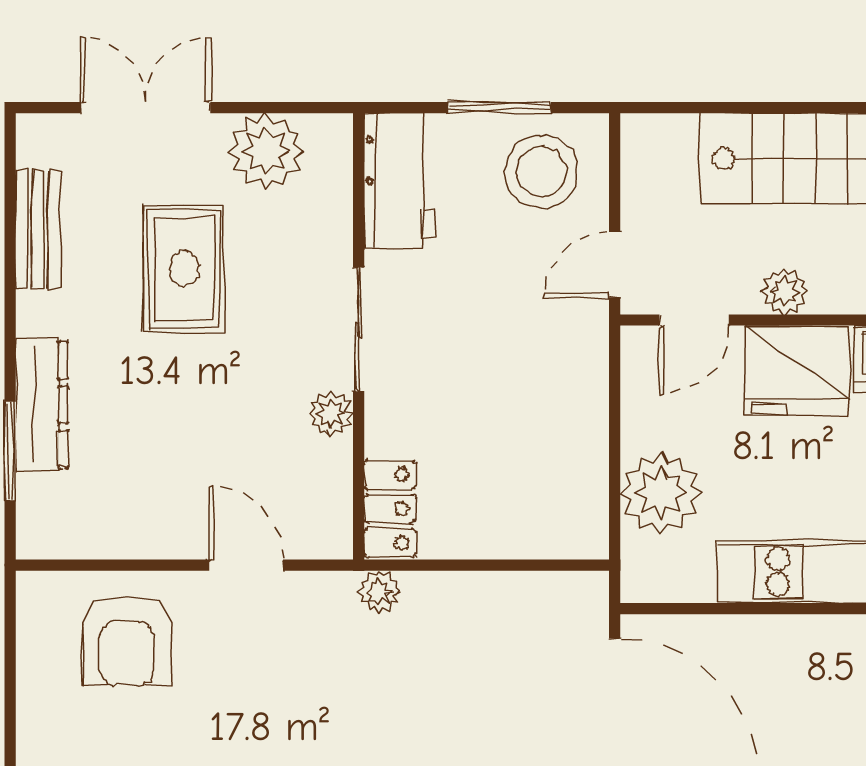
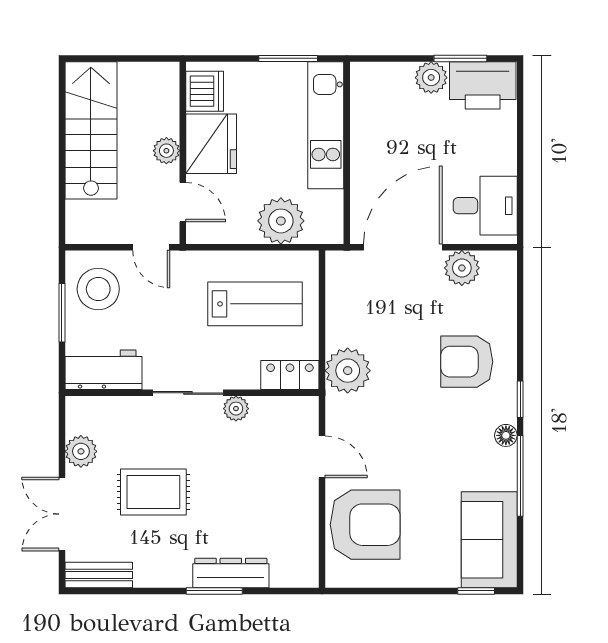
plant: (266, 151) -> (81, 451), width x0.73, depth x0.73
bench: (38, 229) -> (99, 575), moved
lab bench: (515, 447) -> (255, 304), added
window: (10, 451) -> (214, 591), moved
door: (246, 565) -> (322, 457), swing flipped
plant: (379, 592) -> (348, 371), width x1.88, depth x1.88
armchair: (127, 641) -> (365, 525), width x1.36, depth x1.36

